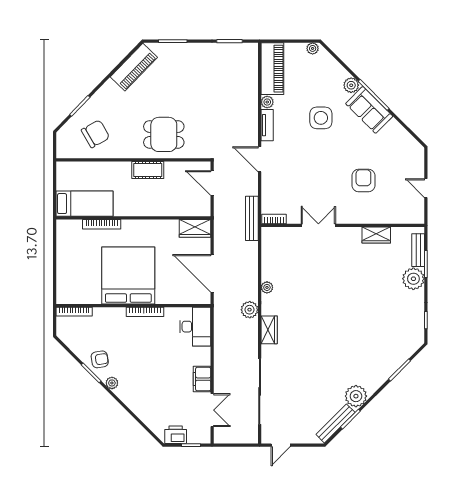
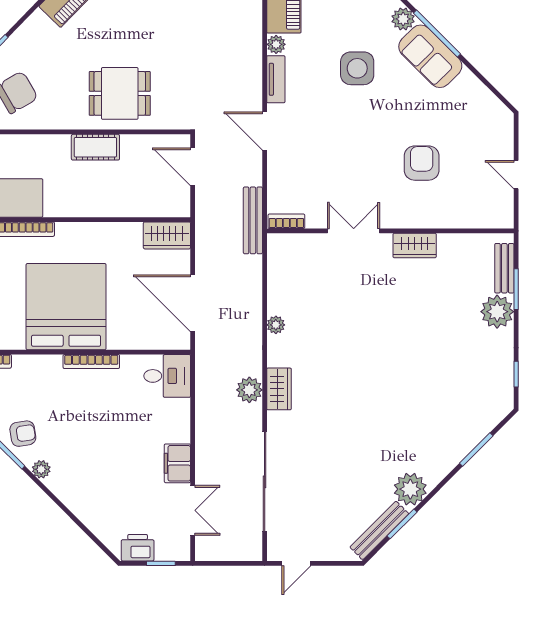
wardrobe: (376, 235) -> (415, 245), moved
plant: (250, 310) -> (249, 390), moved
desk: (195, 327) -> (167, 376), width x0.73

